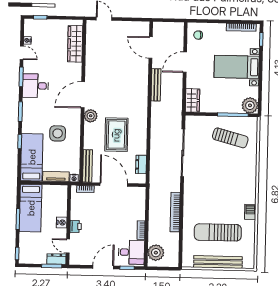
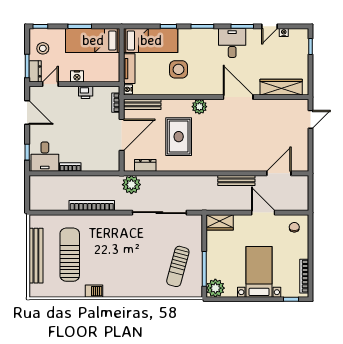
door: (83, 95) -> (238, 97), moved
rug: (116, 135) -> (179, 137), turned 90
printer: (76, 226) -> (86, 92), moved
stool: (36, 252) -> (43, 48), added
plant: (156, 253) -> (131, 185), moved
door: (103, 267) -> (27, 113), moved

